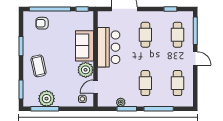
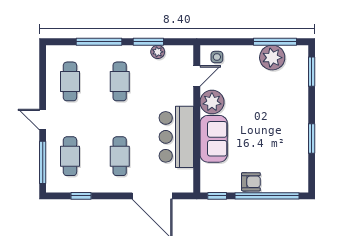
armchair: (42, 23) -> (251, 182), moved
coffee table: (39, 66) -> (285, 108), removed

